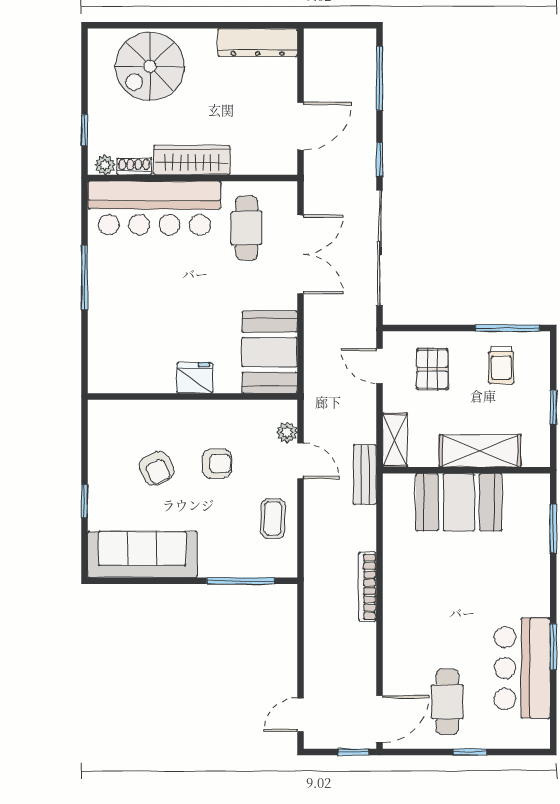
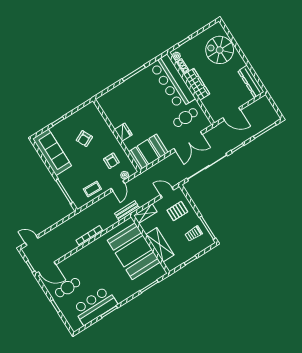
door: (379, 366) -> (167, 192), hinge flipped
armchair: (217, 464) -> (111, 161), moved
booth: (459, 502) -> (134, 251), width x1.36, depth x1.42

